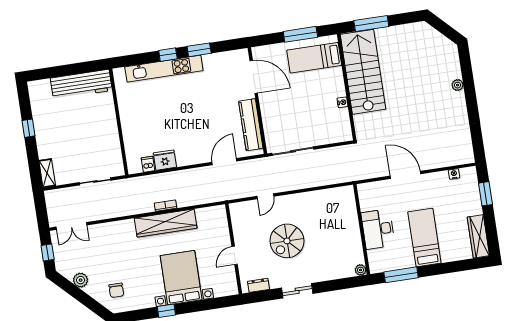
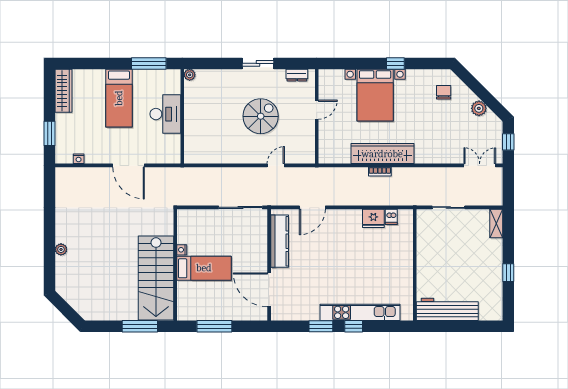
bed: (314, 58) -> (204, 268), moved

